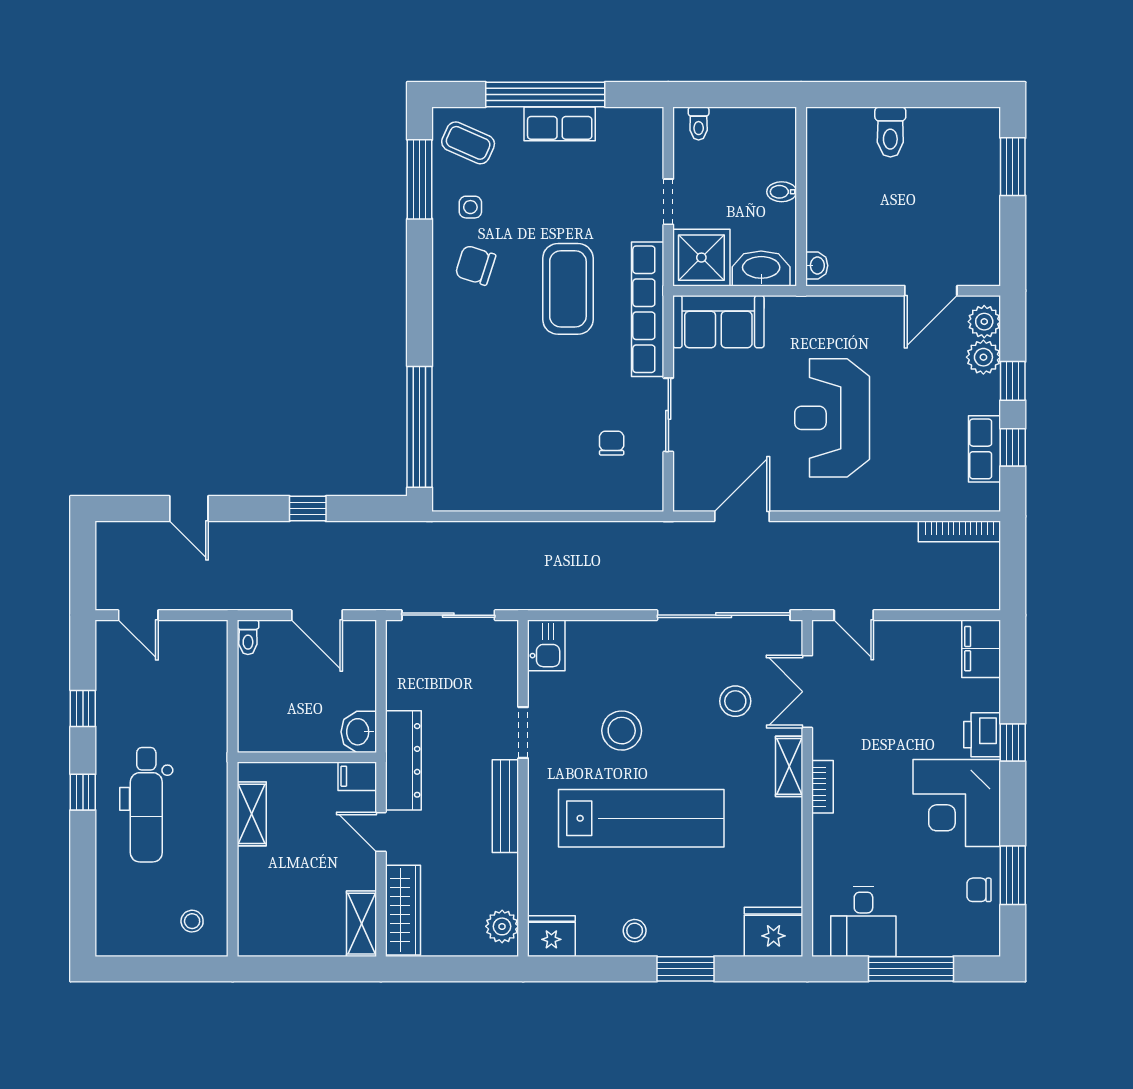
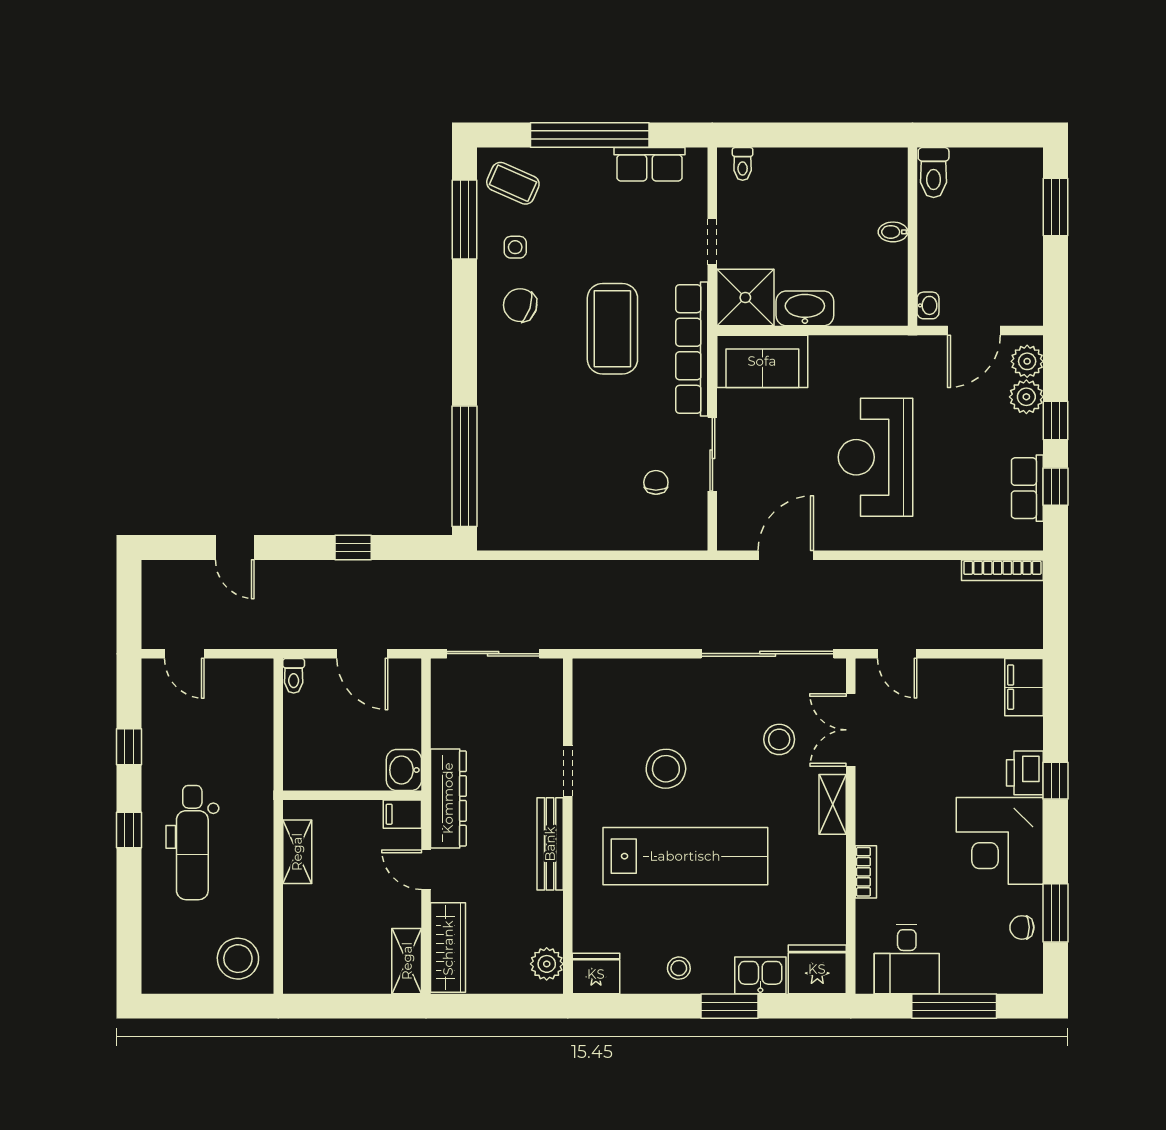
row of seats: (560, 124) -> (649, 164), moved
bidet: (782, 192) -> (893, 232), moved
wall: (801, 196) -> (912, 237), moved
washbasin: (817, 266) -> (928, 305), moved
kitchen sink: (546, 645) -> (760, 975), moved, turned -90
bookcase: (822, 787) -> (866, 872), moved
stool: (192, 921) -> (238, 959), width x1.89, depth x1.89

